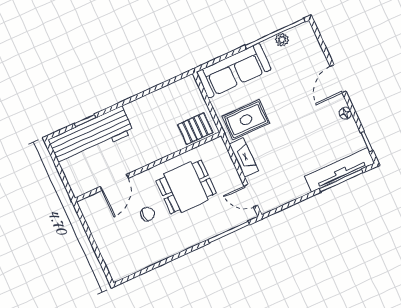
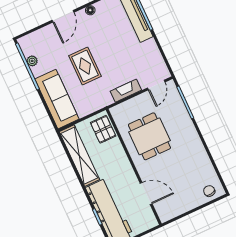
door: (338, 79) -> (63, 16), hinge flipped
shelving: (162, 99) -> (79, 156), added
rug: (246, 120) -> (85, 66), moved
chair: (147, 214) -> (209, 191), moved

